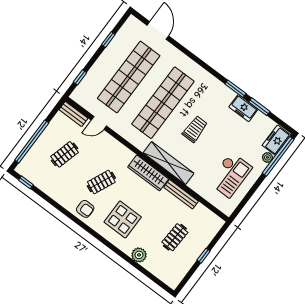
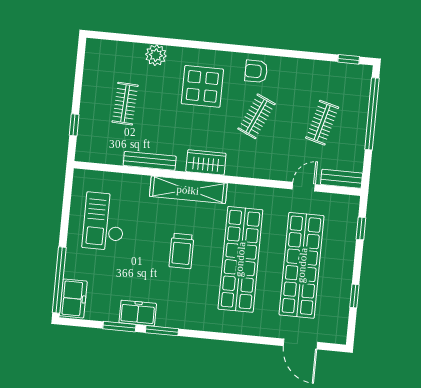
plant: (267, 157) -> (71, 270), removed
wardrobe: (148, 173) -> (206, 162), width x0.67
window: (204, 256) -> (74, 125), moved

